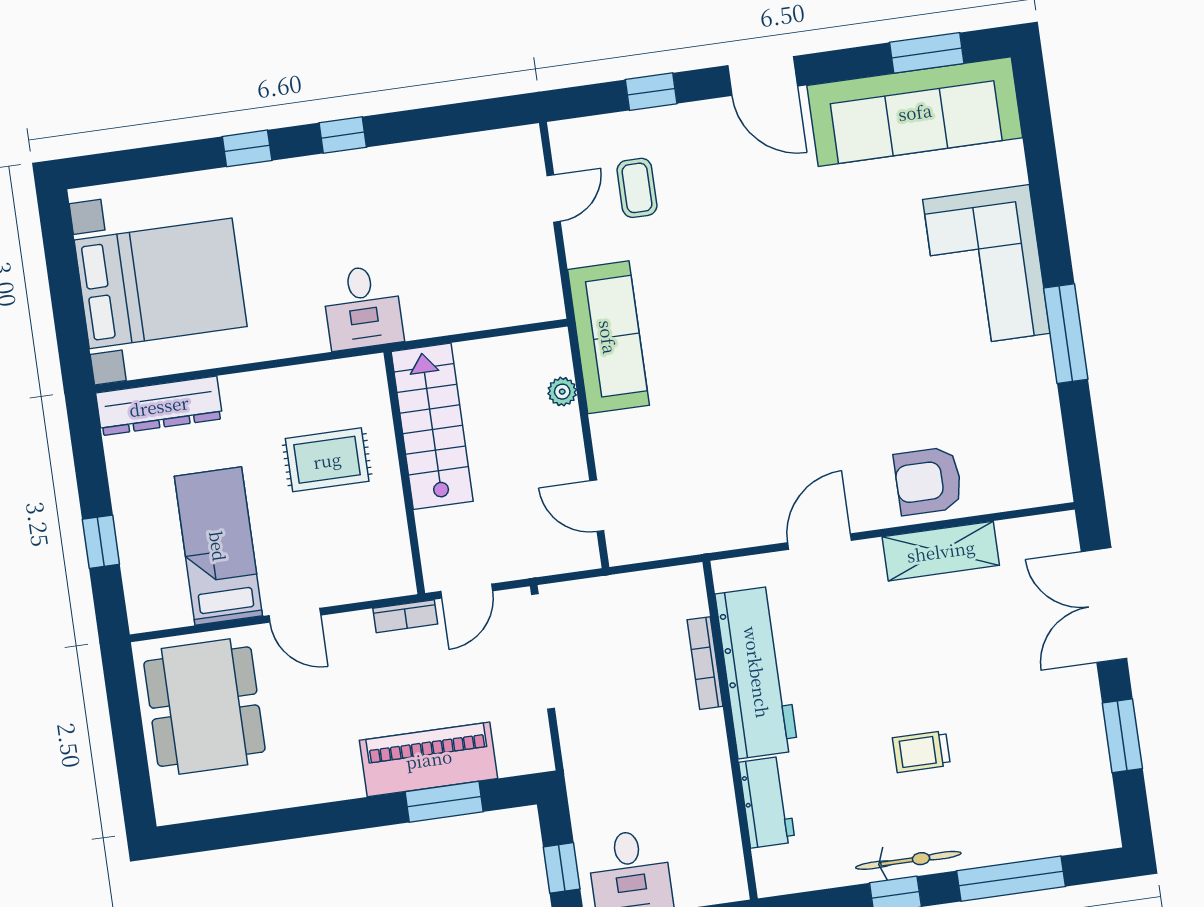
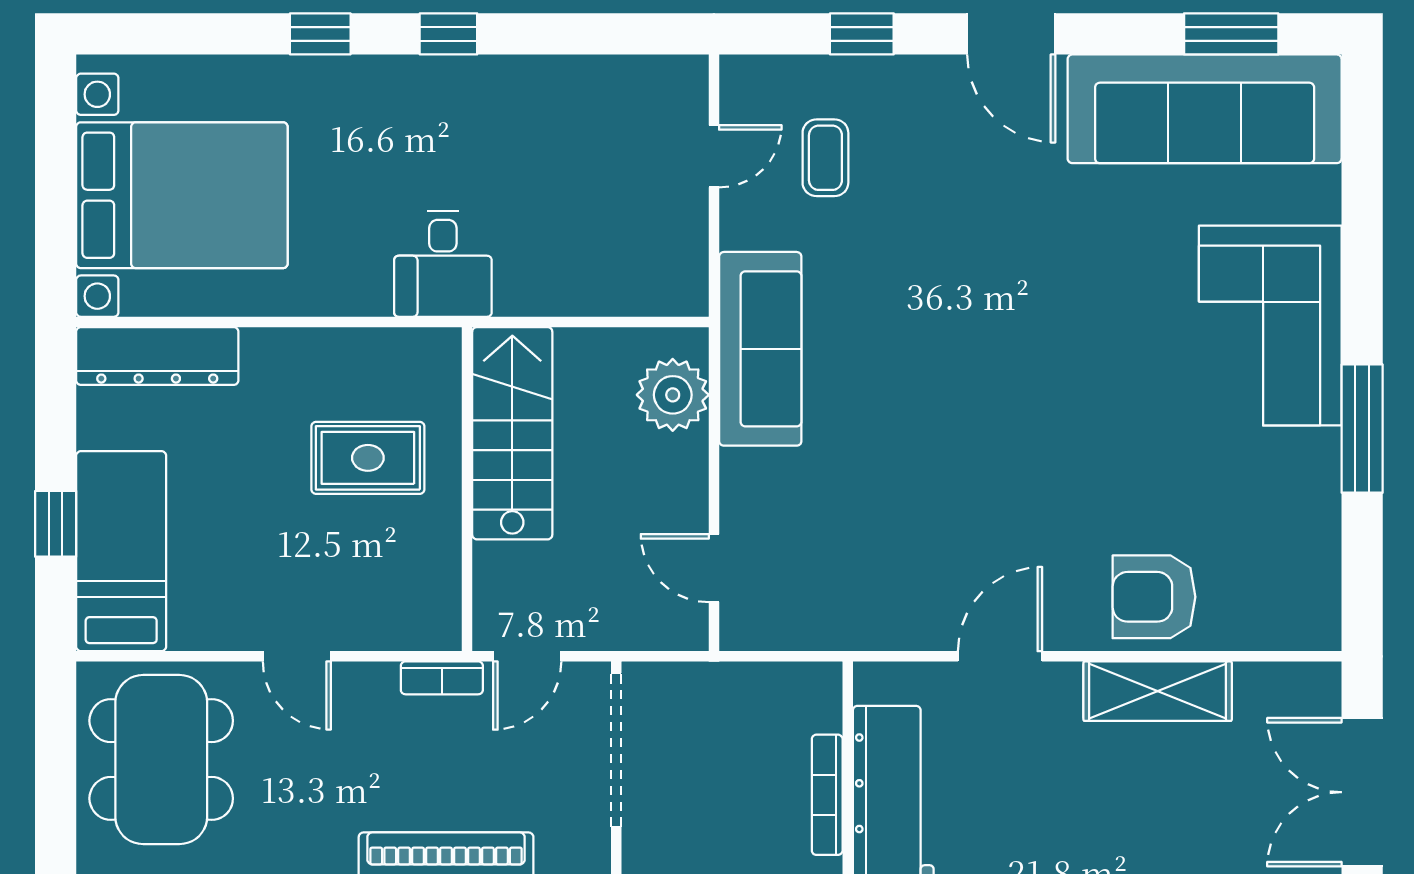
plant: (562, 392) -> (673, 395), width x1.88, depth x1.88
bed: (218, 546) -> (121, 551), moved

